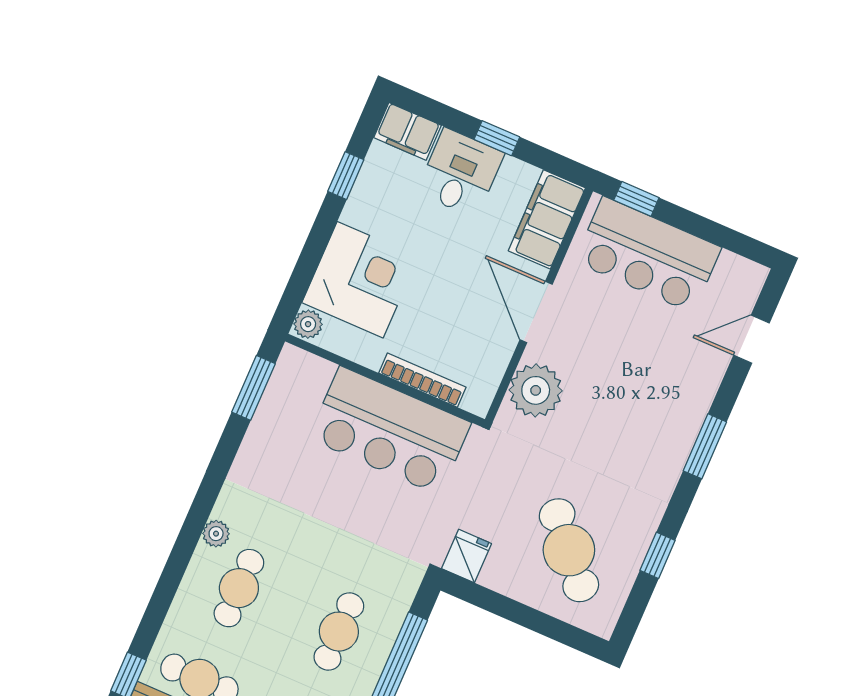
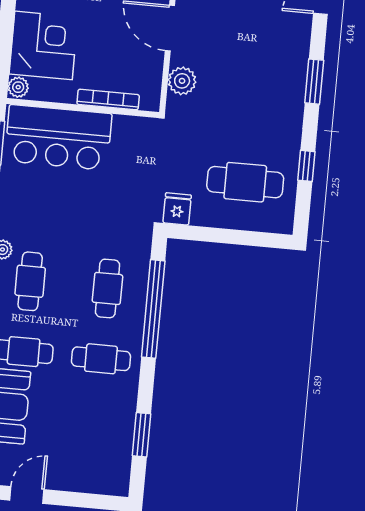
plant: (536, 390) -> (182, 81), width x0.73, depth x0.73
bar counter: (390, 431) -> (58, 137), moved
cafe table: (569, 550) -> (245, 182), turned -48

